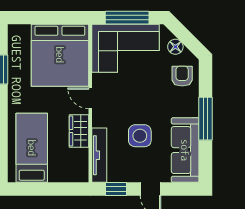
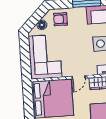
window: (127, 18) -> (25, 57), removed

